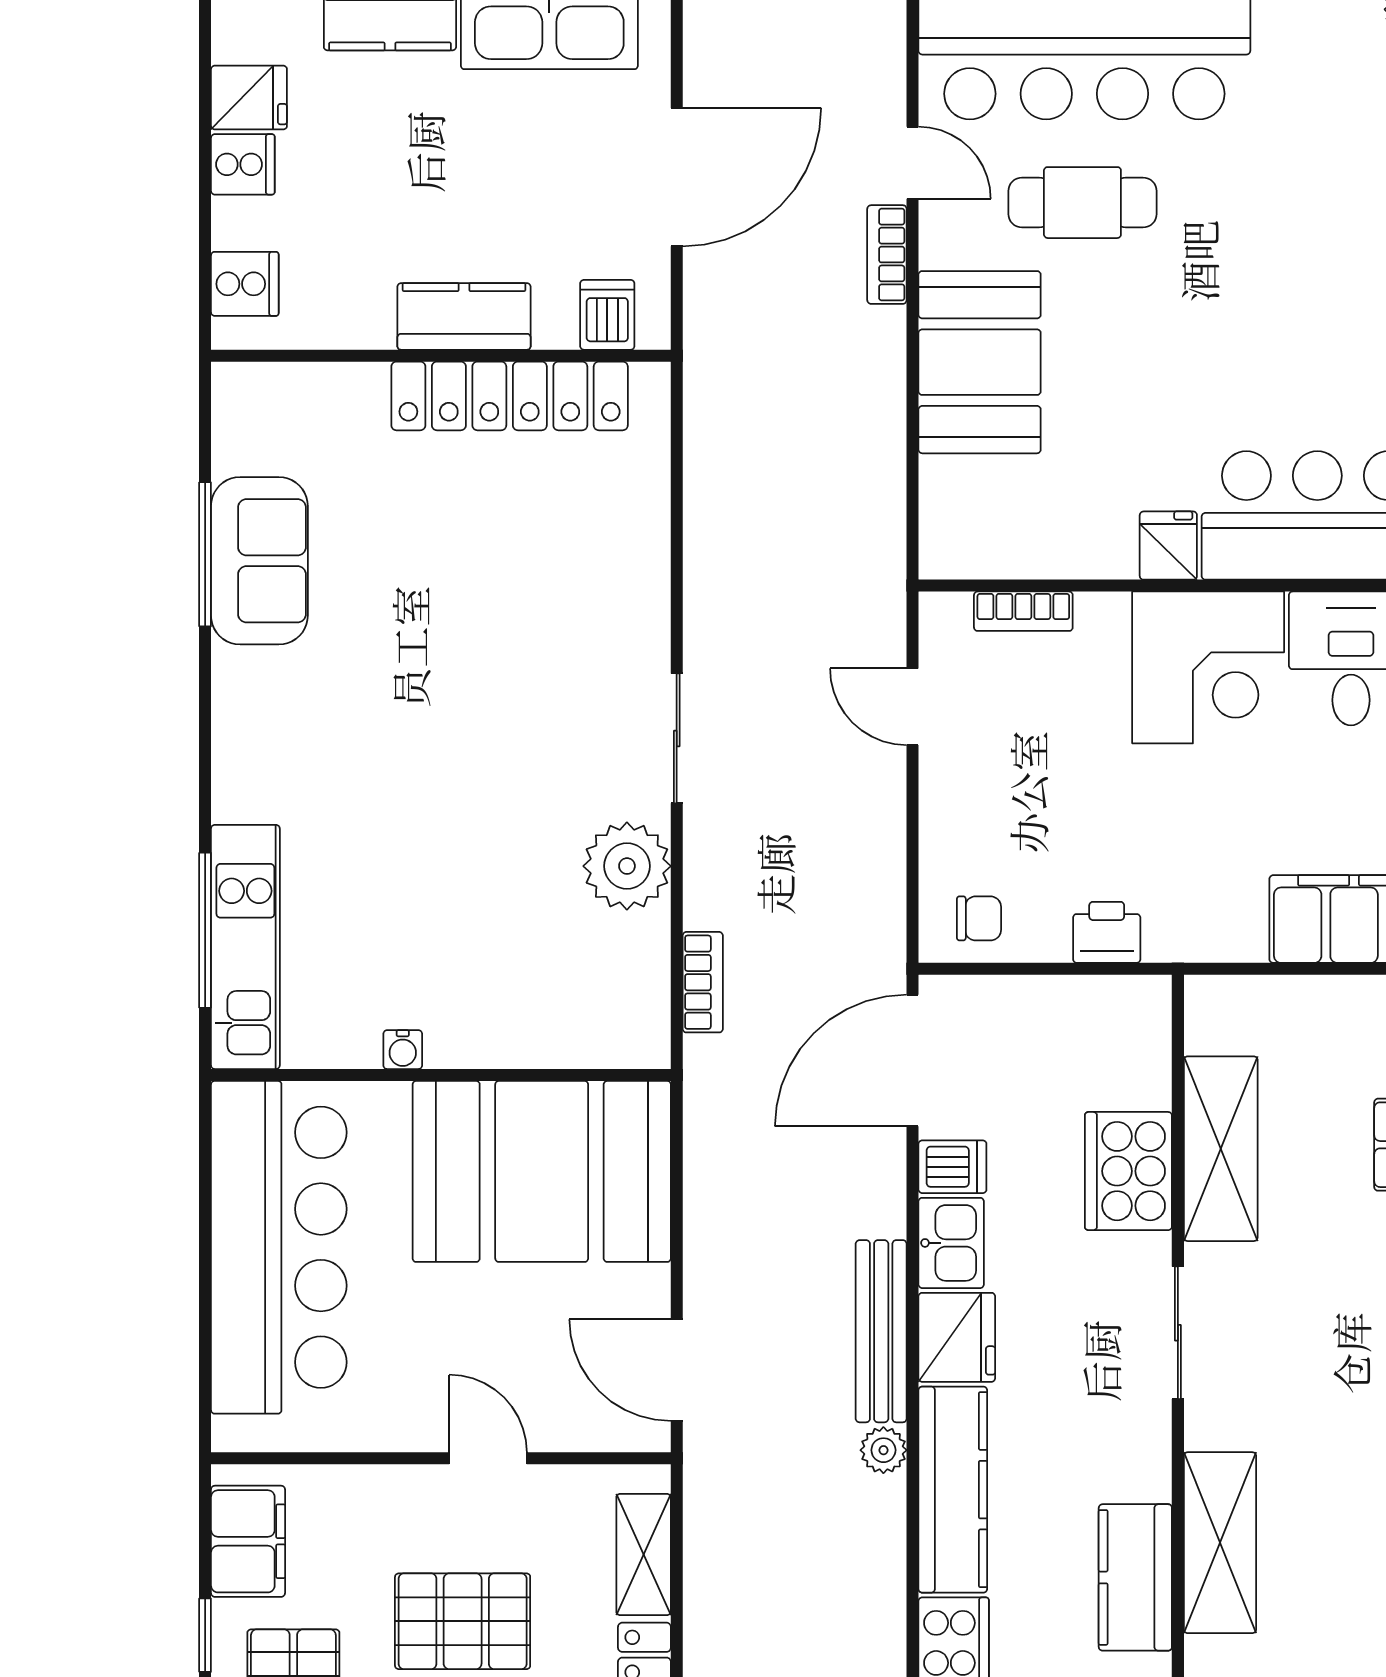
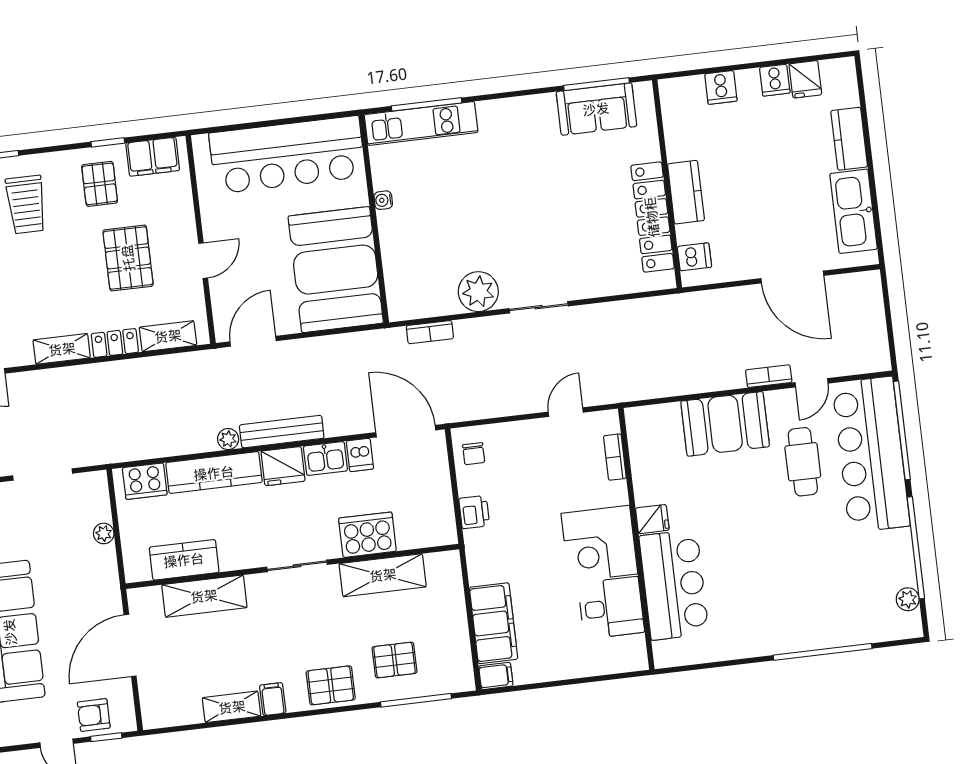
dishwasher: (607, 315) -> (694, 257), moved
kitchen counter: (464, 316) -> (686, 192), moved
wall: (441, 356) -> (667, 184), moved
locker: (510, 396) -> (652, 217), moved

